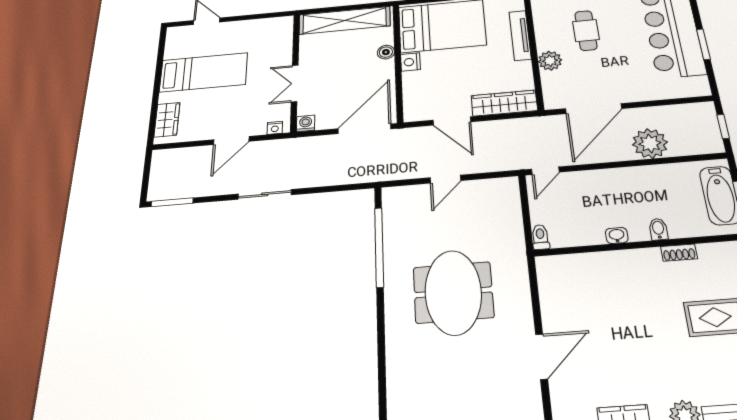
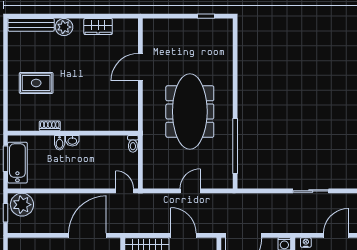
plant: (650, 143) -> (22, 205), moved
door: (545, 171) -> (125, 191), hinge flipped
washbasin: (617, 236) -> (72, 141), moved
meeting table: (453, 292) -> (190, 112), width x1.36

